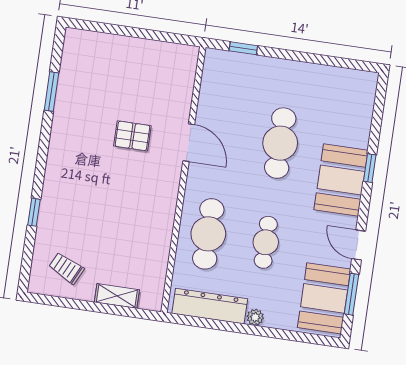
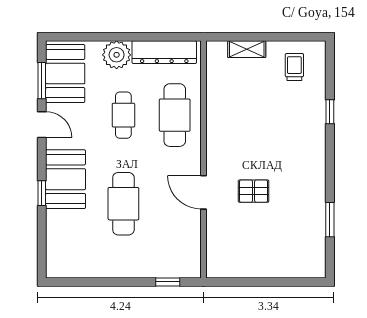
trolley: (66, 268) -> (294, 67), turned -116
plant: (255, 317) -> (117, 55), width x1.87, depth x1.87

